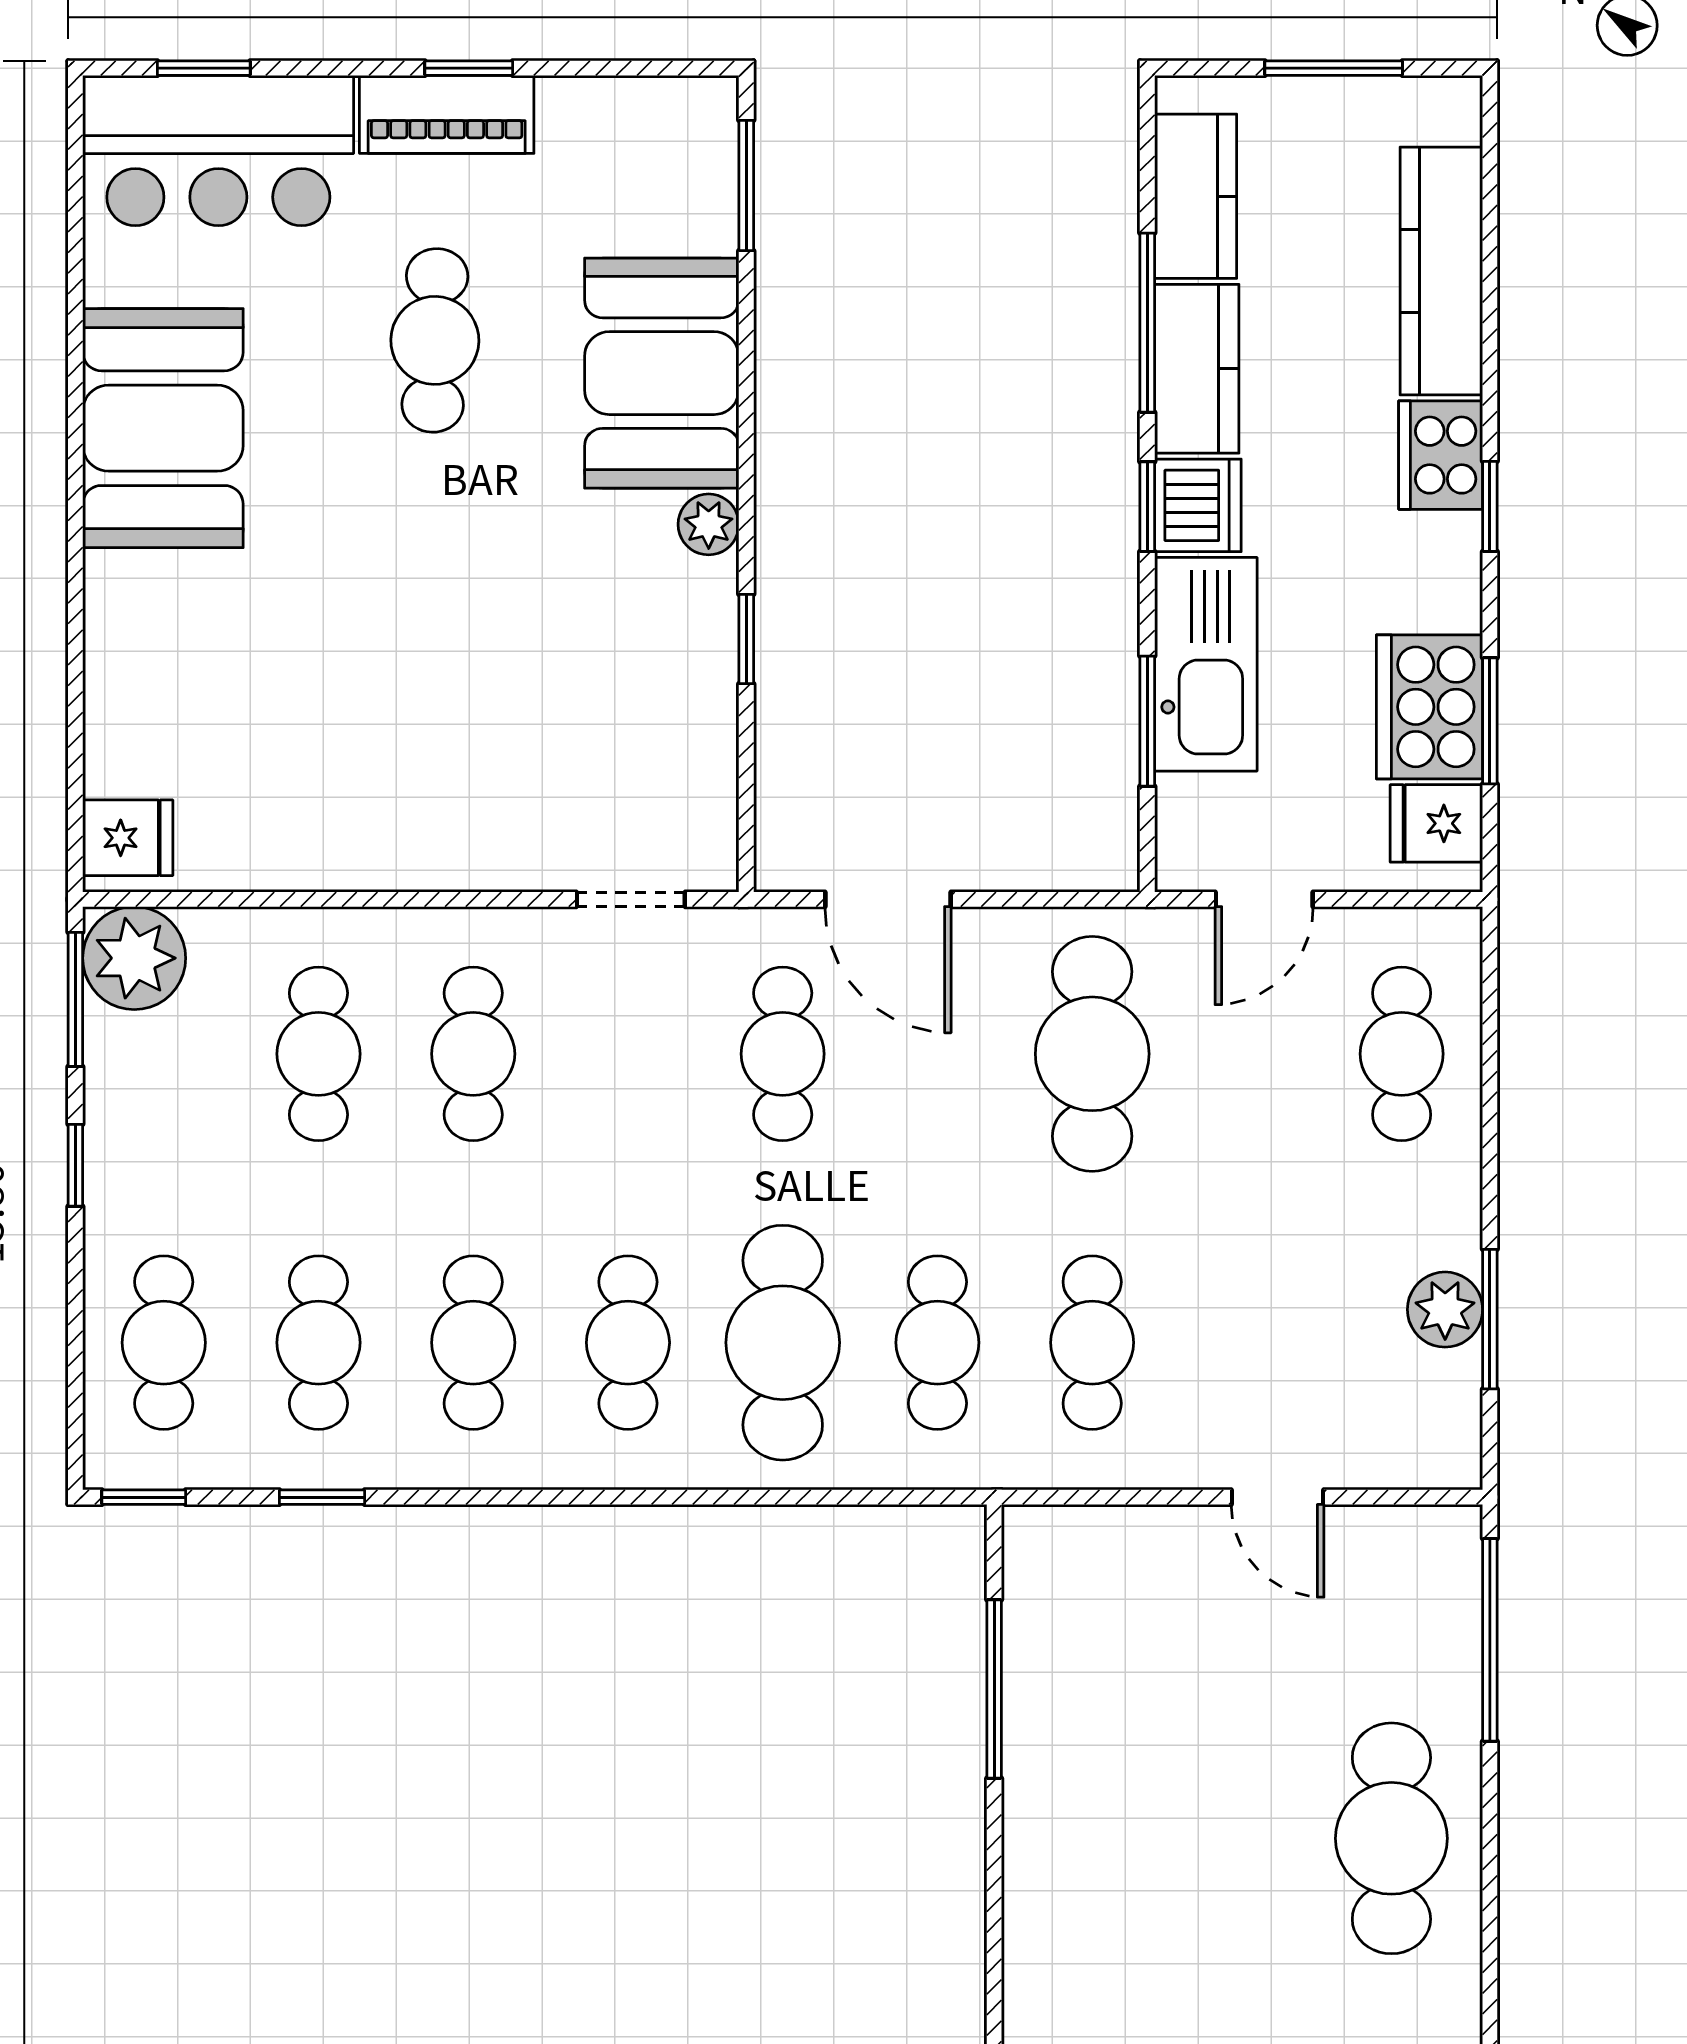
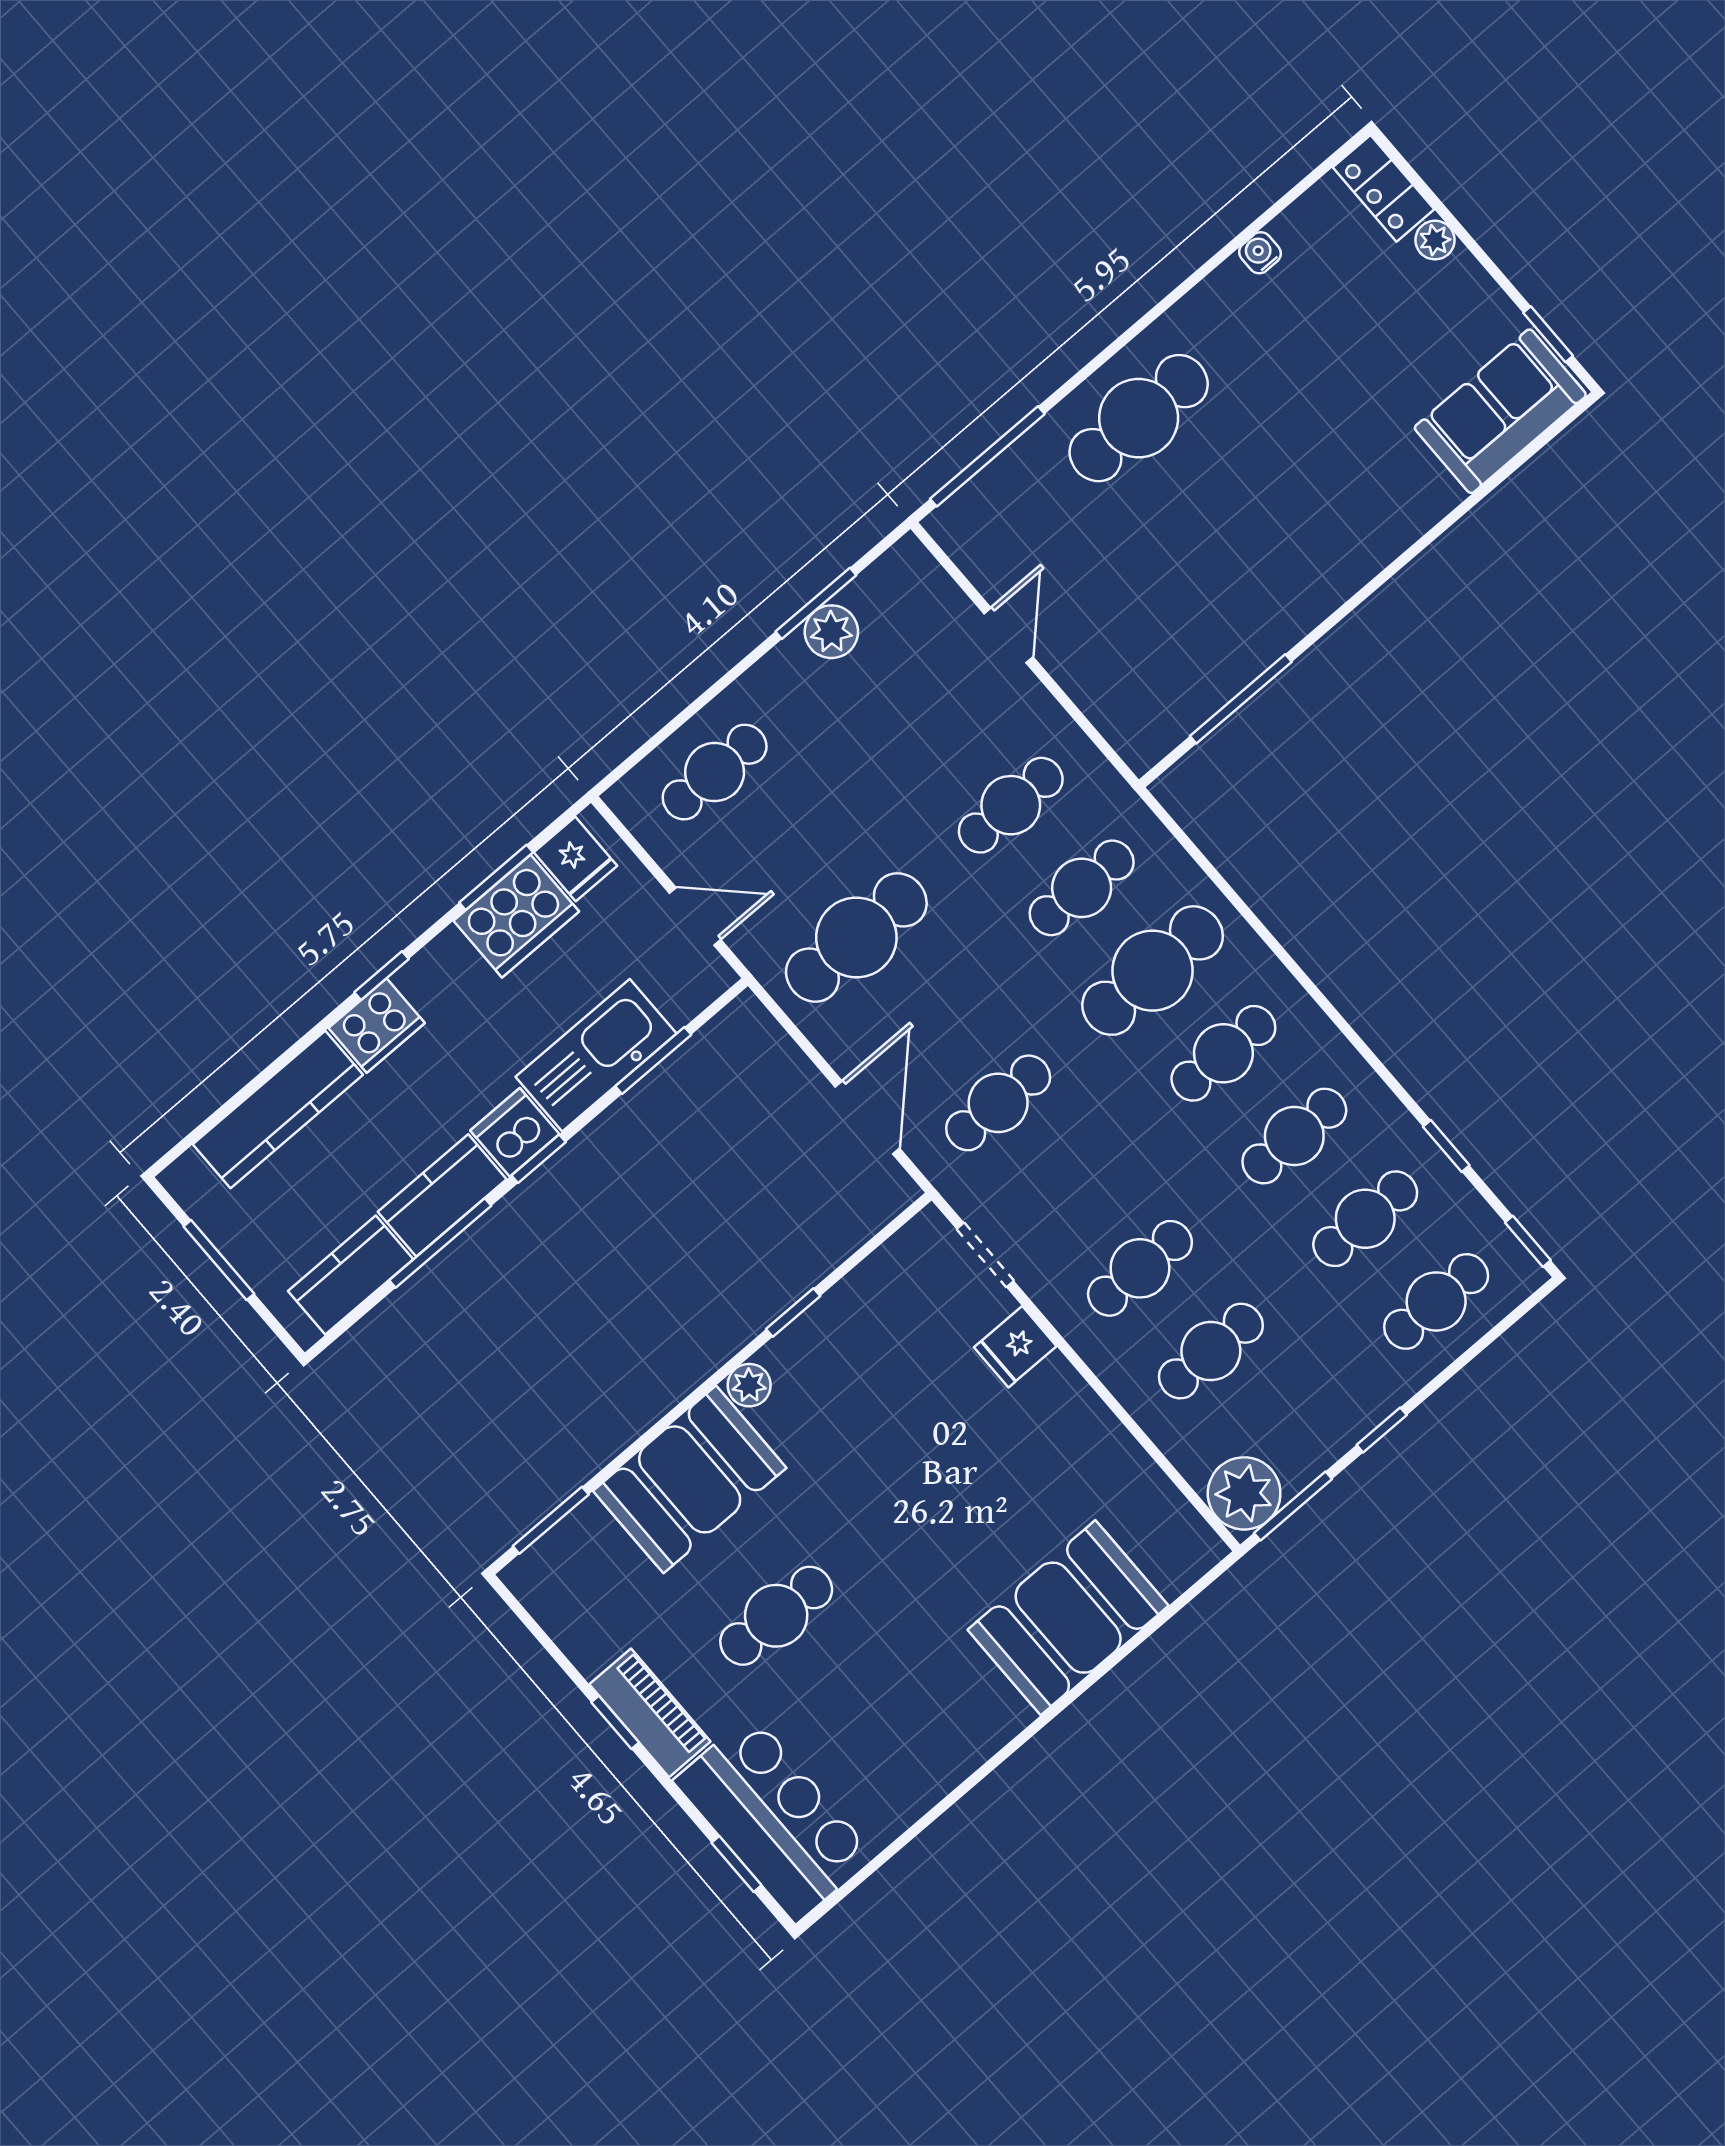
booth: (163, 428) -> (1068, 1618), moved
fridge: (128, 838) -> (1015, 1347), moved, turned -90

